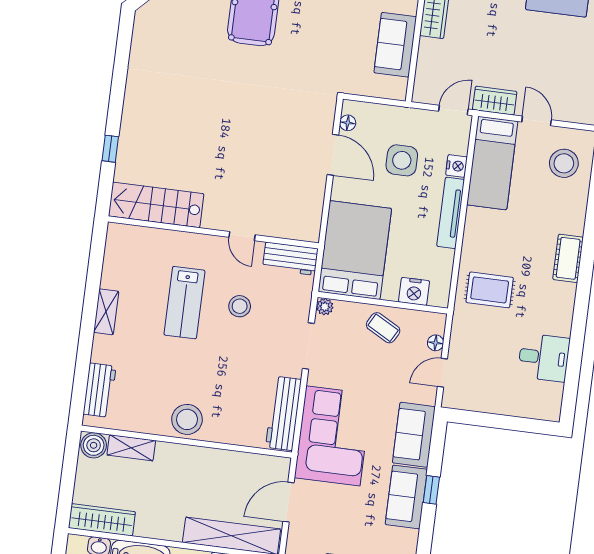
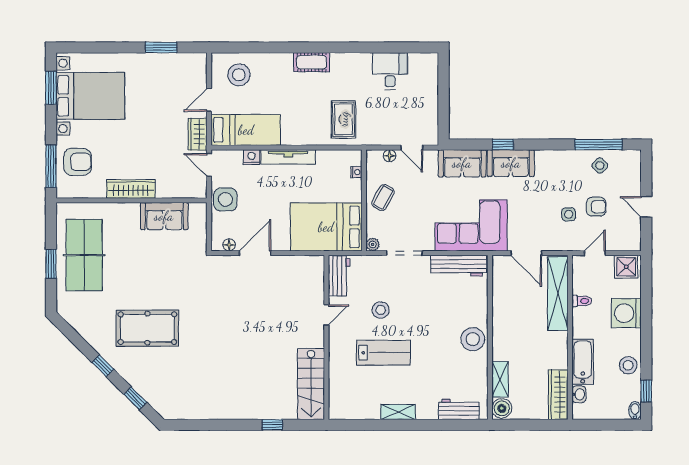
side table: (402, 160) -> (225, 199), moved
nightstand: (414, 291) -> (356, 172), width x0.53, depth x0.56

